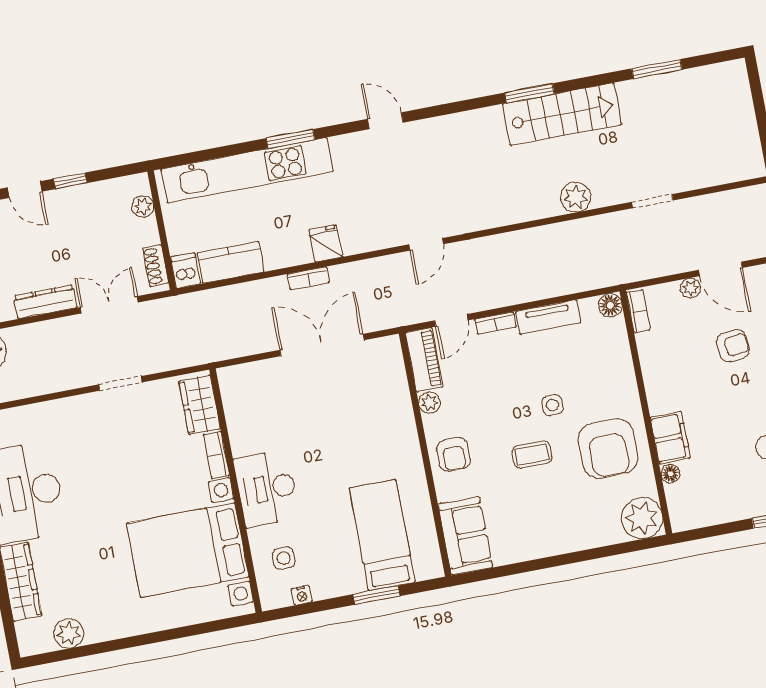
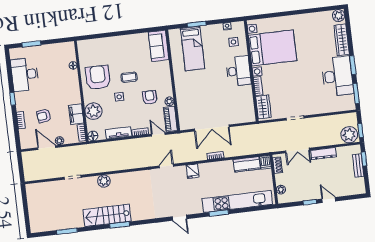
fridge: (326, 243) -> (193, 171), moved
door: (451, 320) -> (158, 134), hinge flipped
filing cabinet: (670, 438) -> (76, 114), moved
armchair: (454, 455) -> (150, 97), moved
plant: (642, 518) -> (93, 111), moved
plant: (69, 633) -> (339, 16), moved

